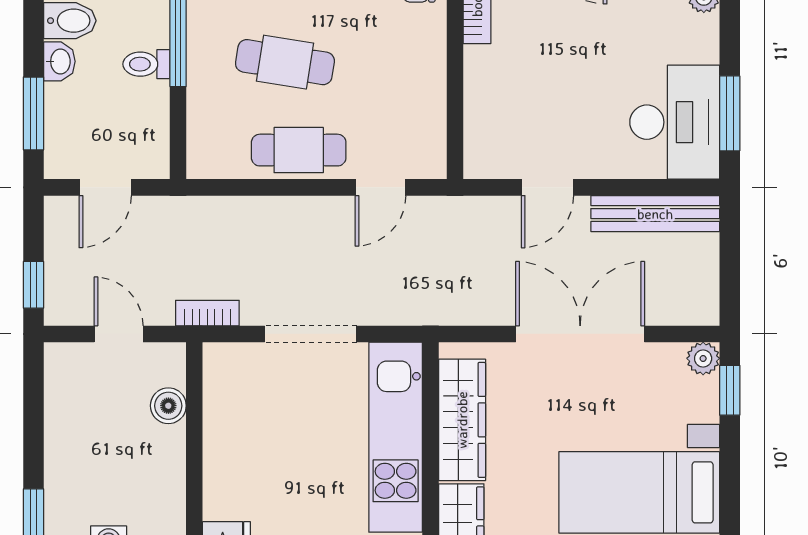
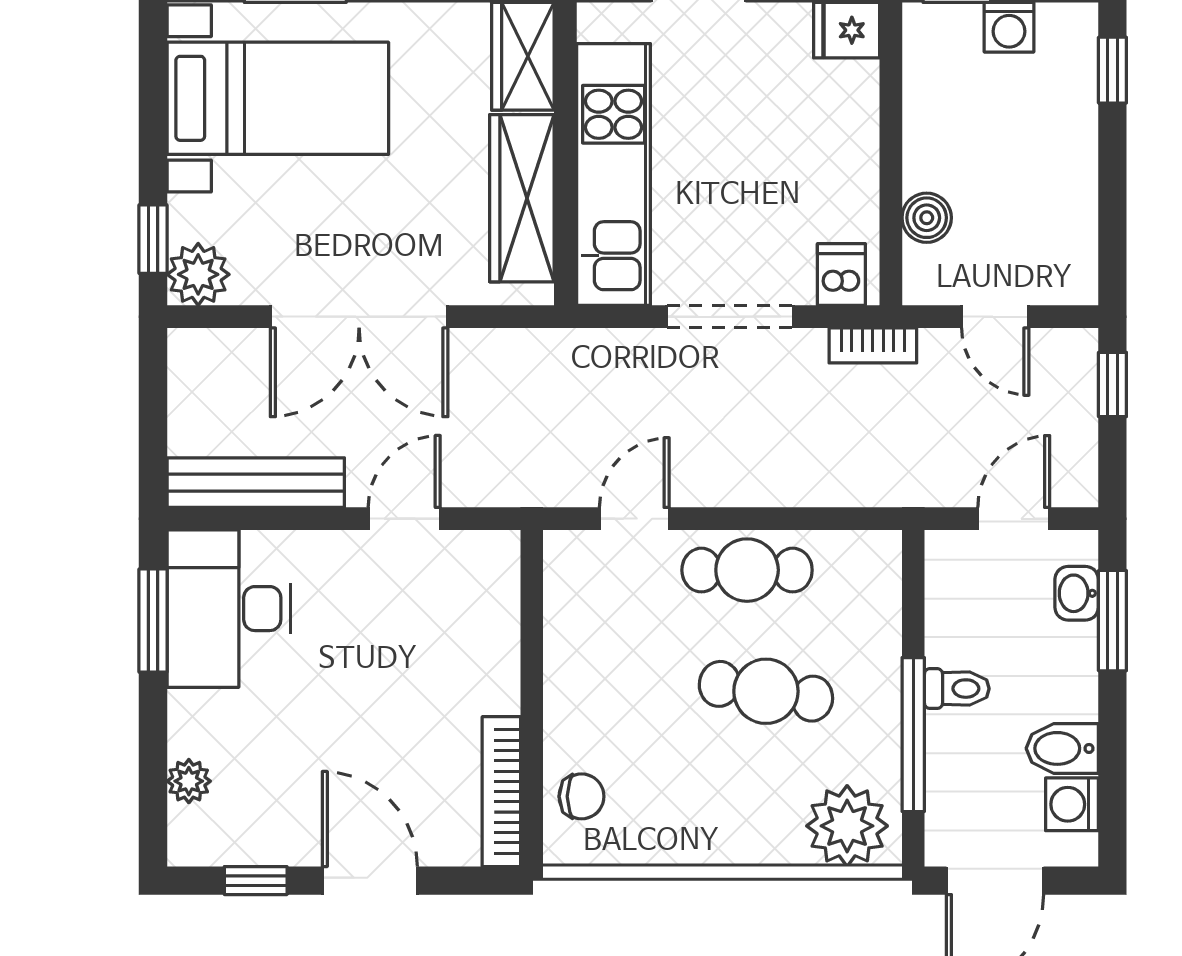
washbasin: (59, 61) -> (1077, 593), moved
plant: (703, 358) -> (198, 274), width x1.38, depth x1.38
dishwasher: (230, 364) -> (841, 275), added

